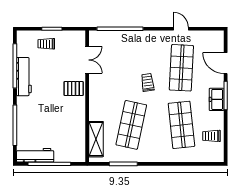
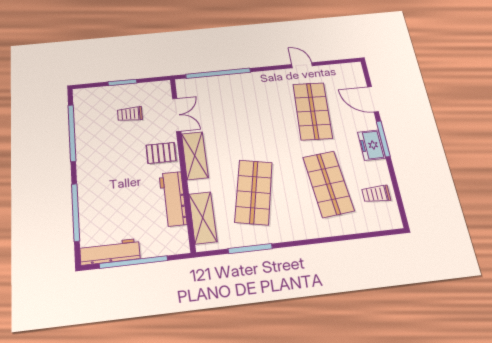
trolley: (46, 44) -> (130, 114), moved
workbench: (24, 77) -> (173, 199), moved, turned 180
trolley: (148, 82) -> (268, 134), removed
shelving: (96, 93) -> (195, 156), added

